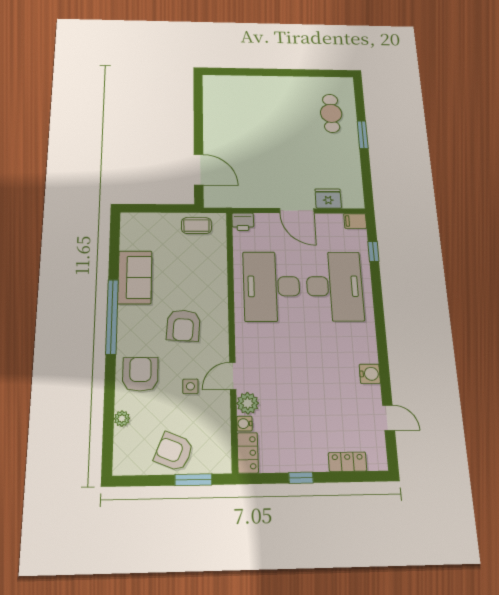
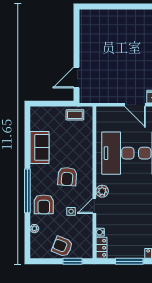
door: (199, 170) -> (76, 78), swing flipped
printer: (243, 222) -> (102, 112), removed
window: (112, 317) -> (27, 191), moved
armchair: (140, 374) -> (44, 204), turned 180
plant: (248, 403) -> (102, 191), moved
window: (301, 478) -> (129, 261), width x2.17

